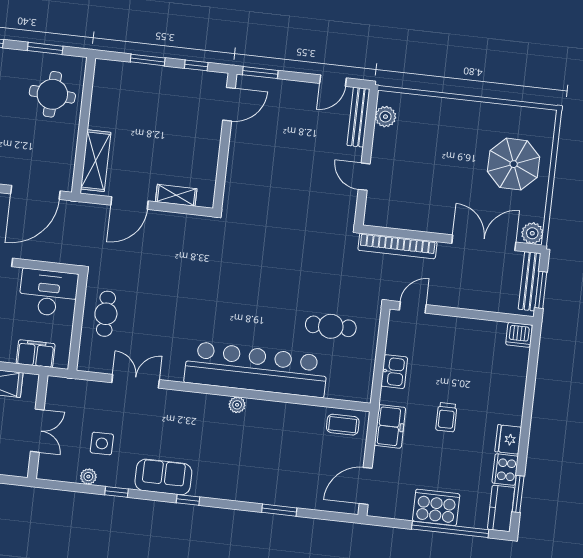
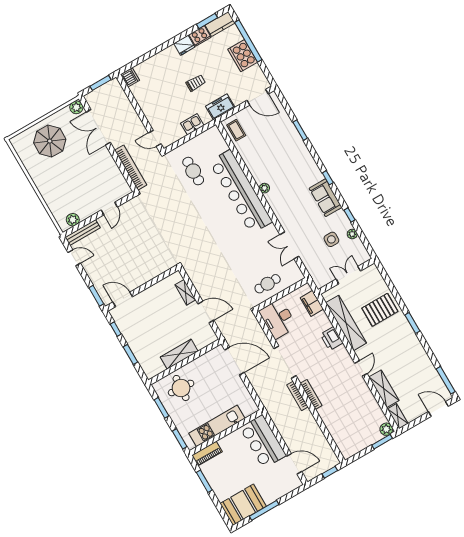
shelving: (96, 161) -> (179, 354), moved
bench: (530, 281) -> (100, 91), removed

